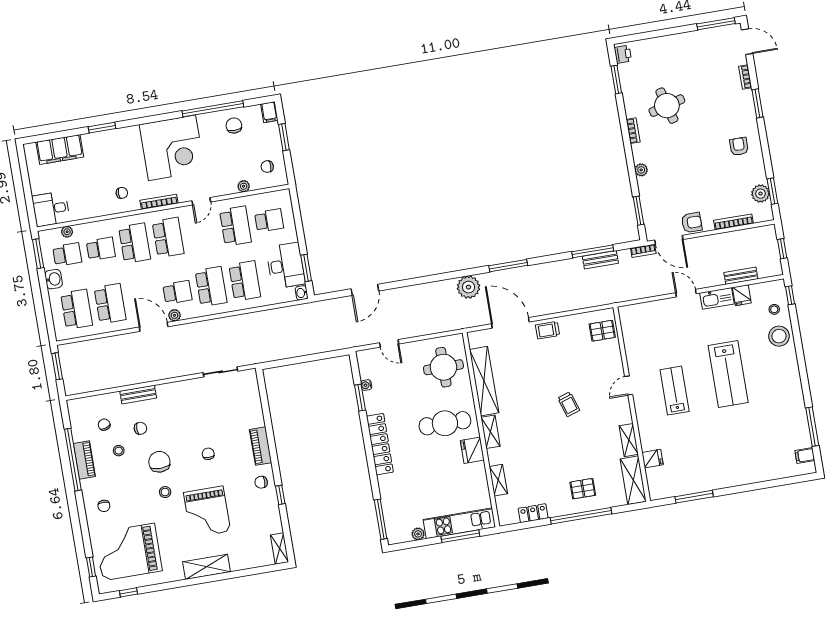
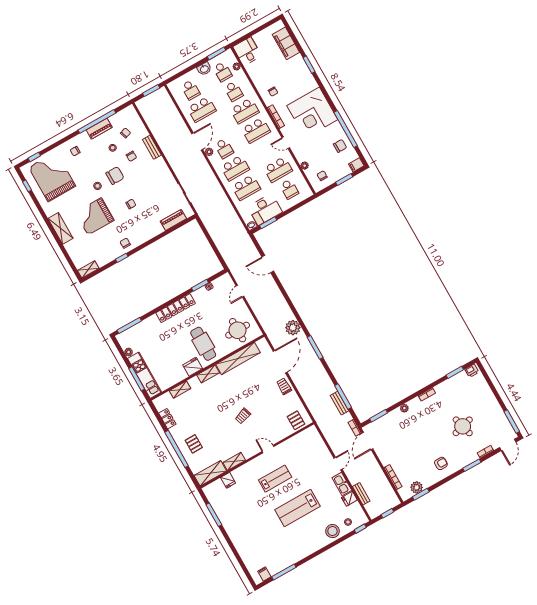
round table: (667, 106) -> (463, 426), moved
armchair: (692, 223) -> (383, 451), removed
school desk: (76, 309) -> (191, 90), width x0.54
piano: (261, 446) -> (173, 220), moved

